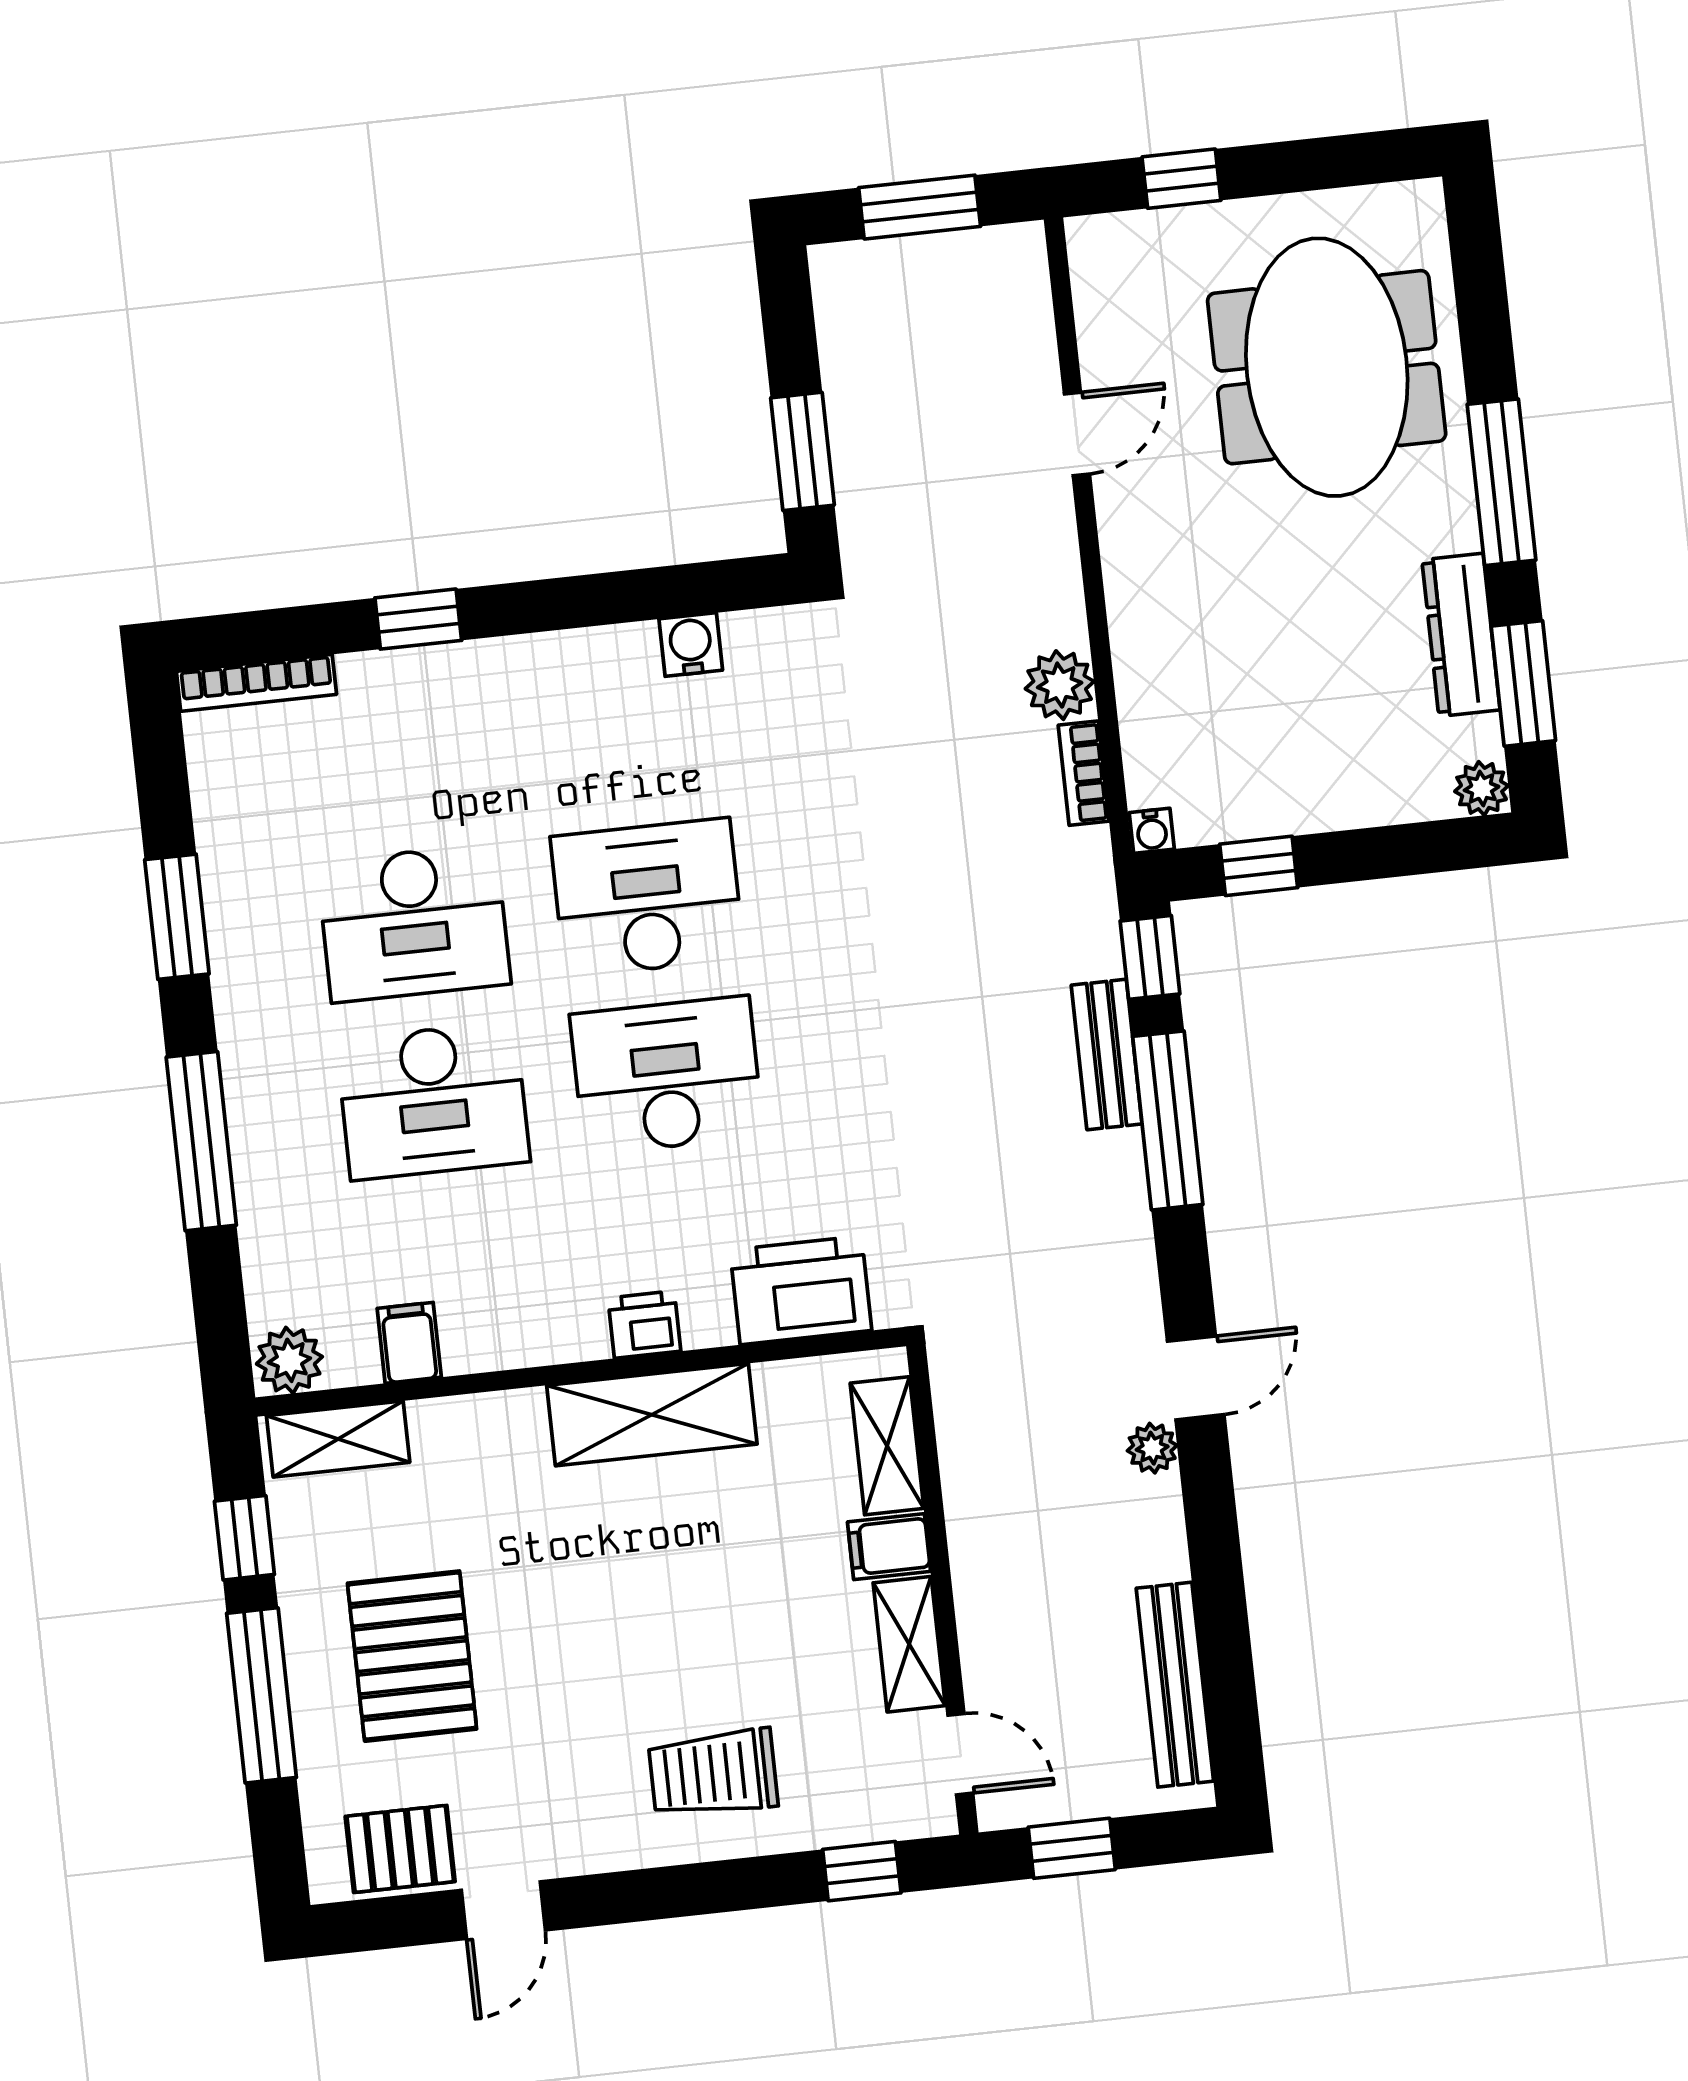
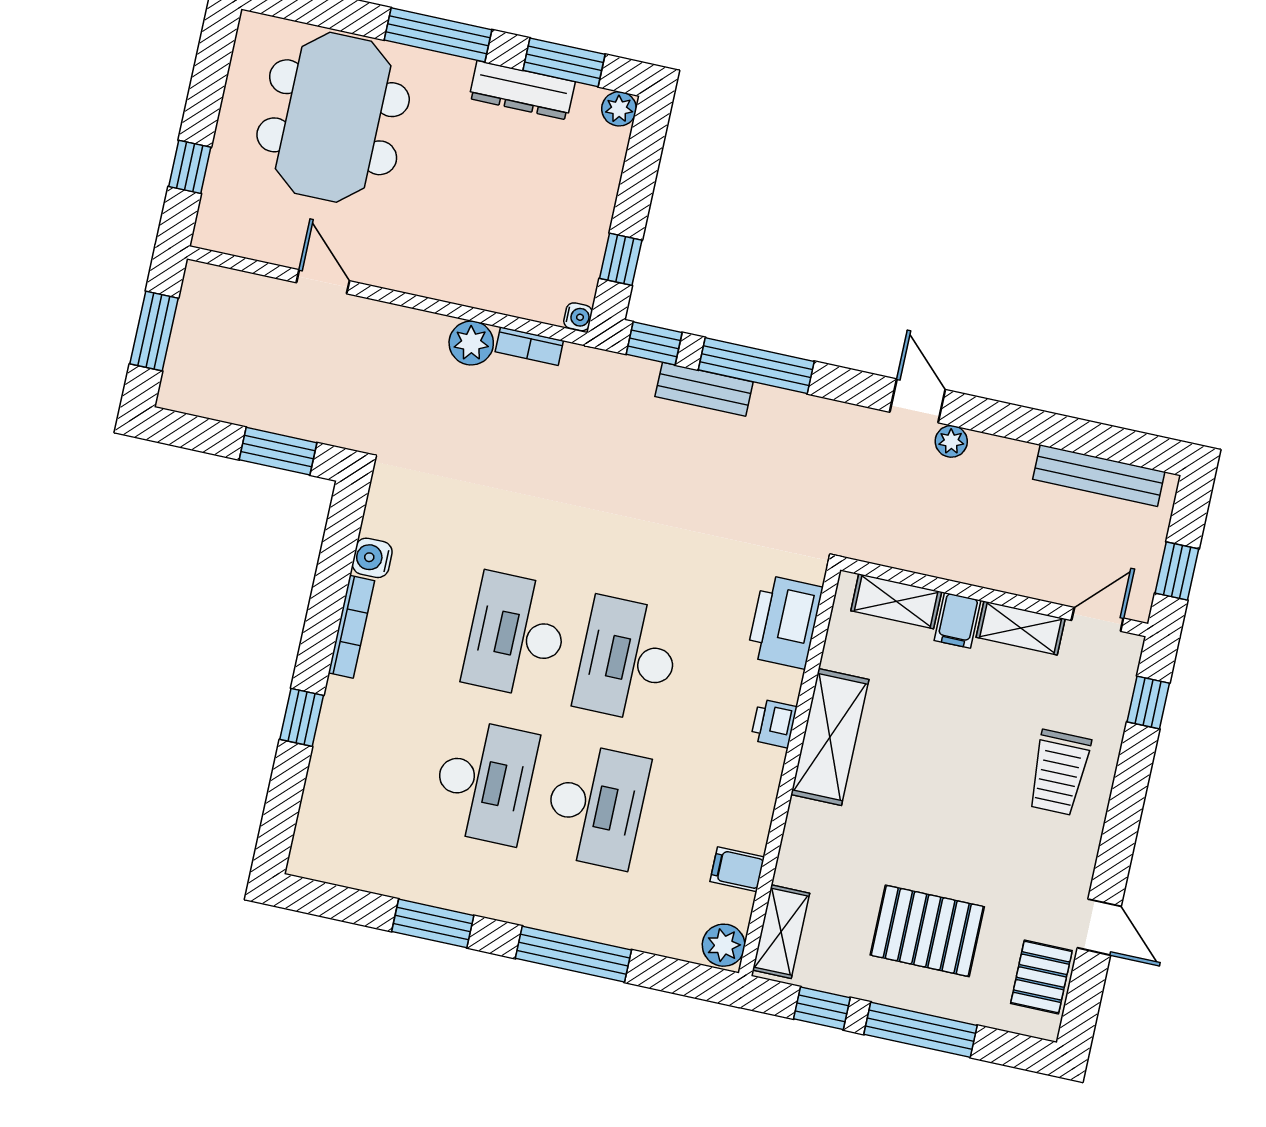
meeting table: (1327, 367) -> (333, 117), turned 90
bookcase: (256, 683) -> (351, 627), moved

